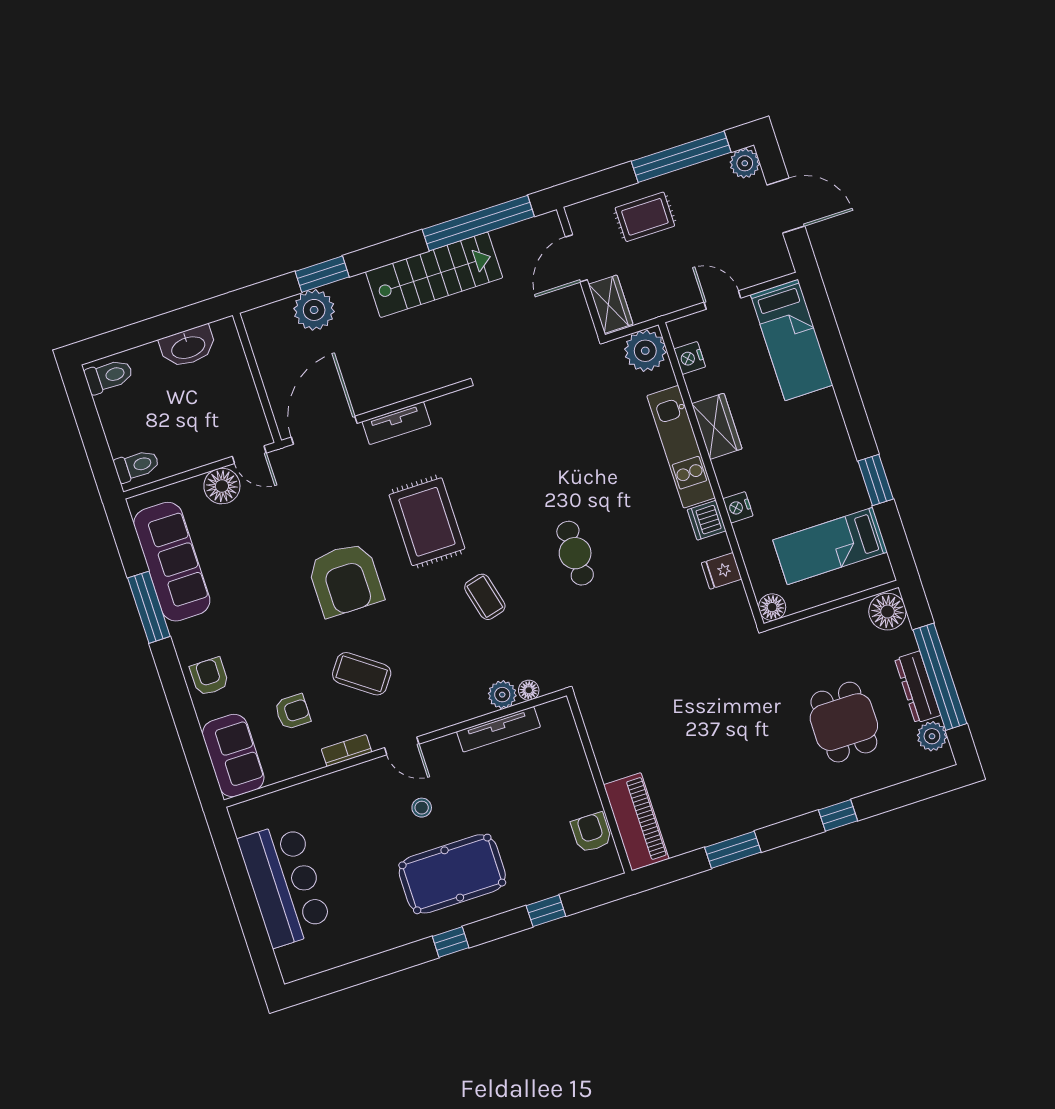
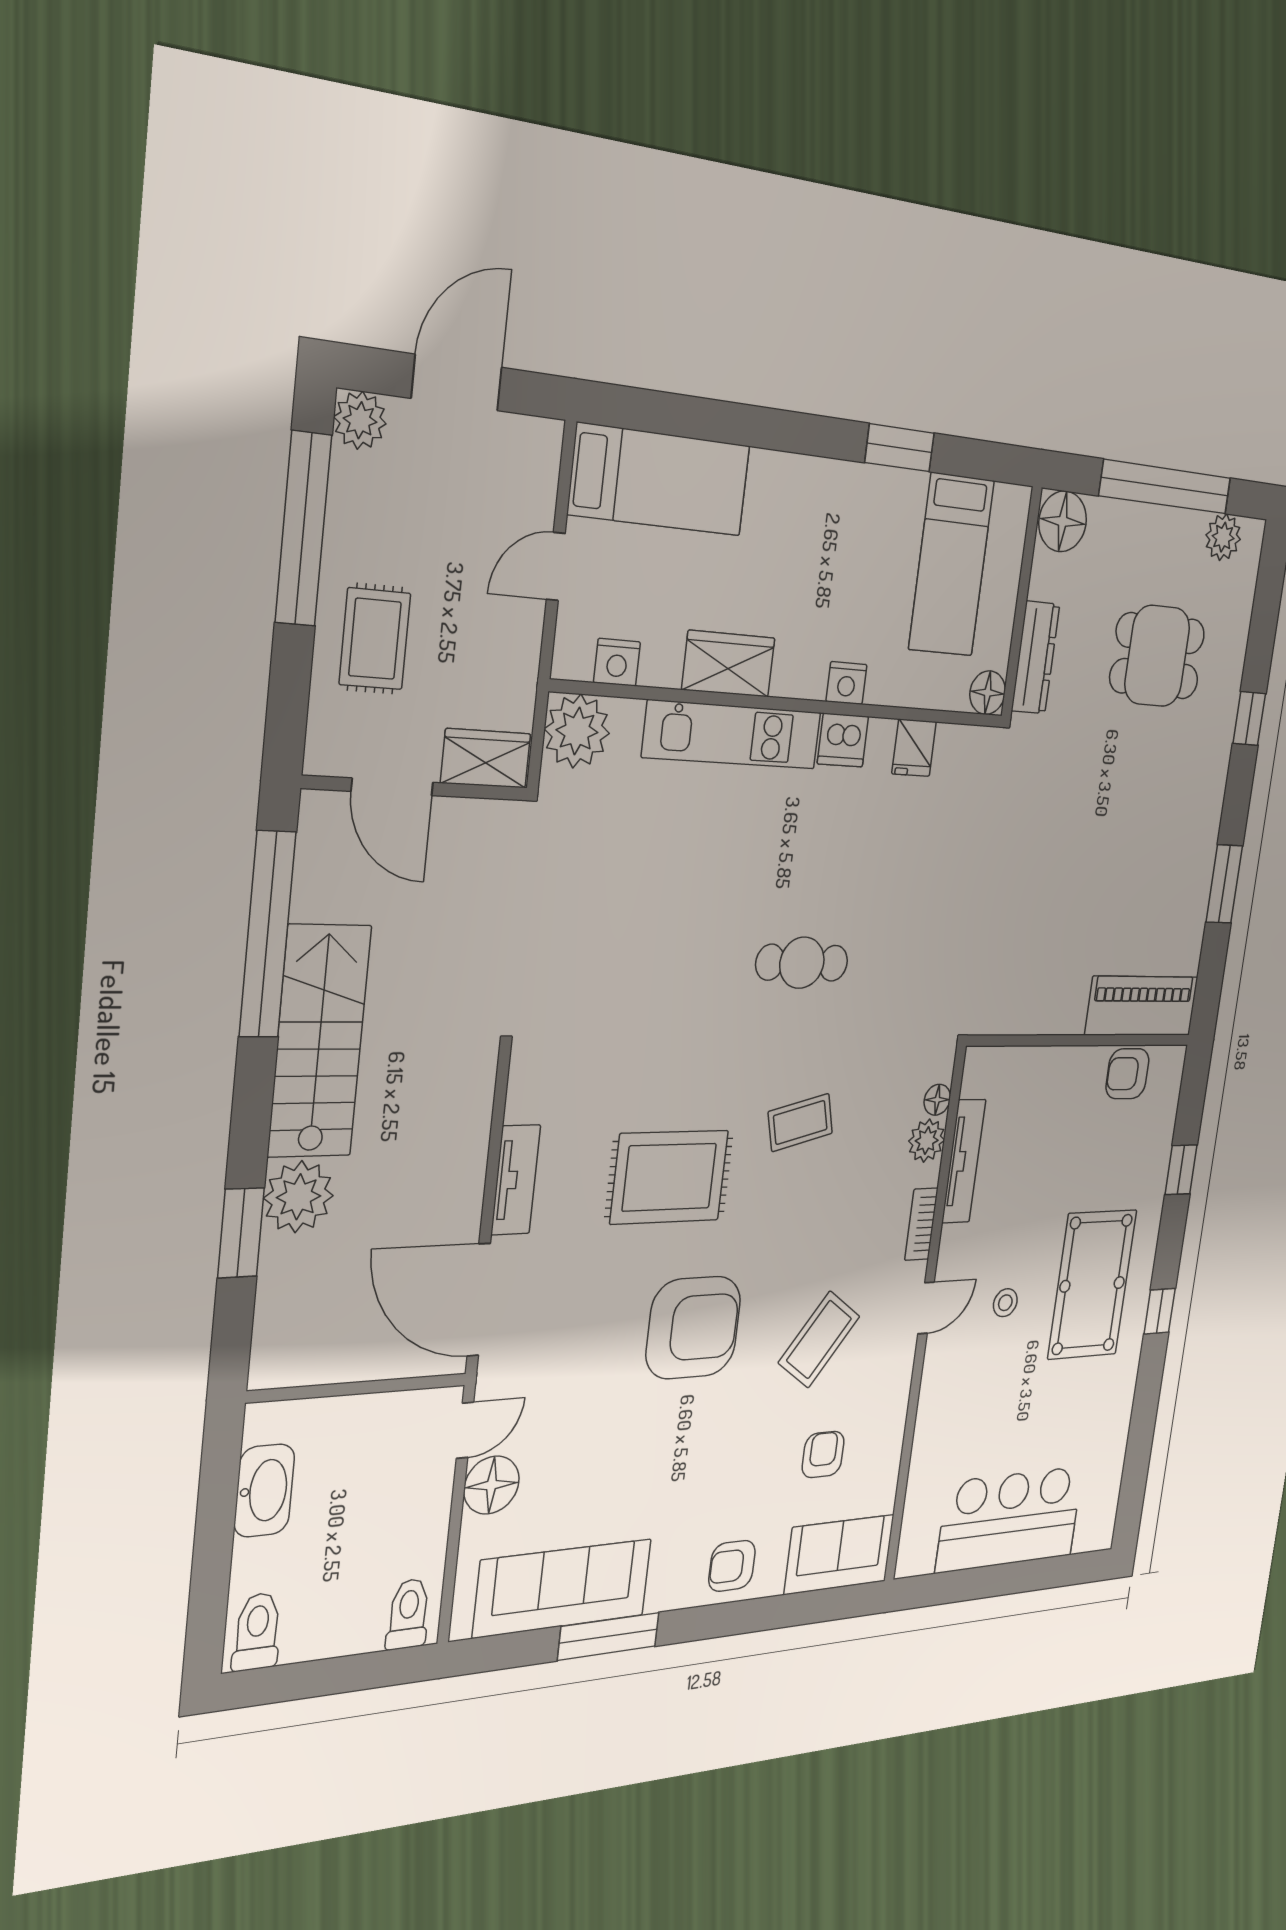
plant: (314, 310) -> (299, 1197), moved
dresser: (918, 687) -> (1035, 658), moved, turned -90
bookcase: (347, 750) -> (921, 1224), moved

